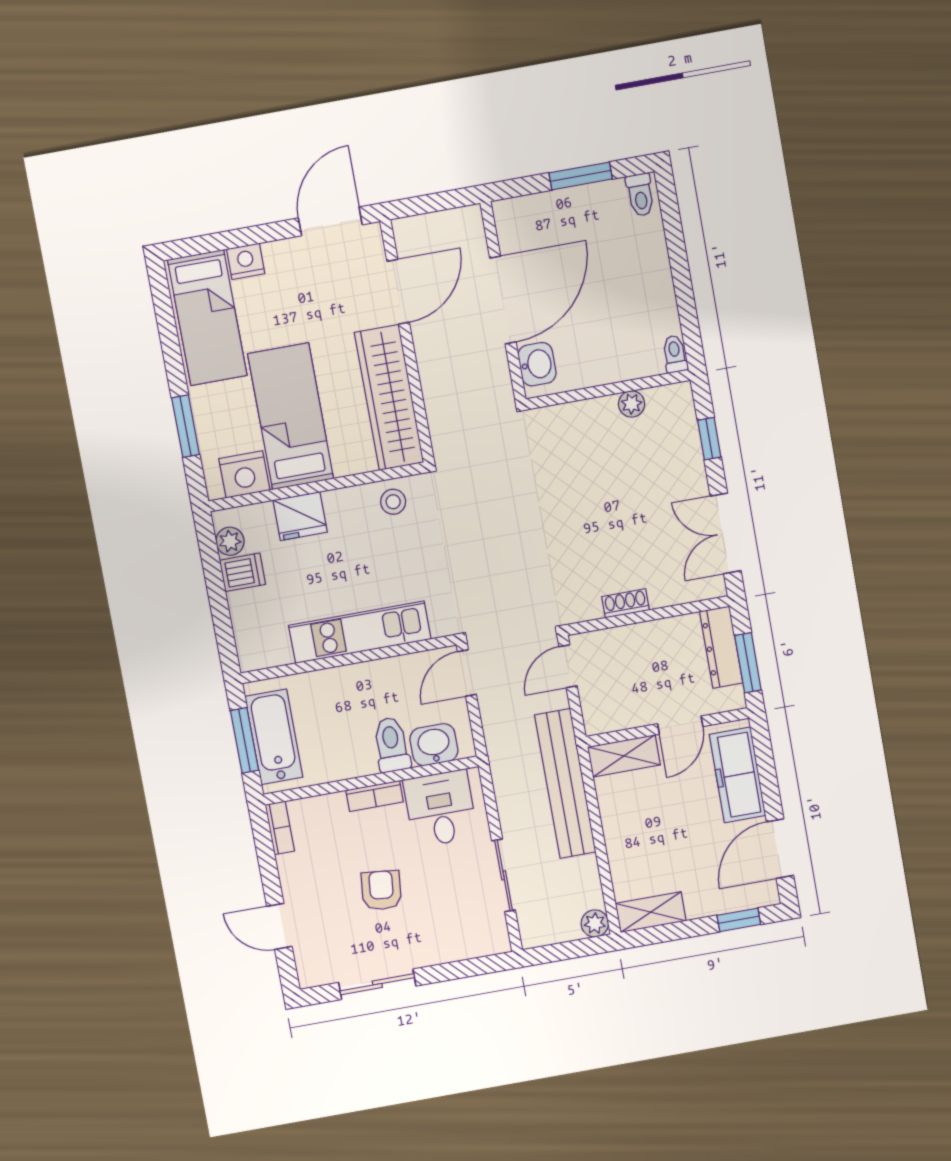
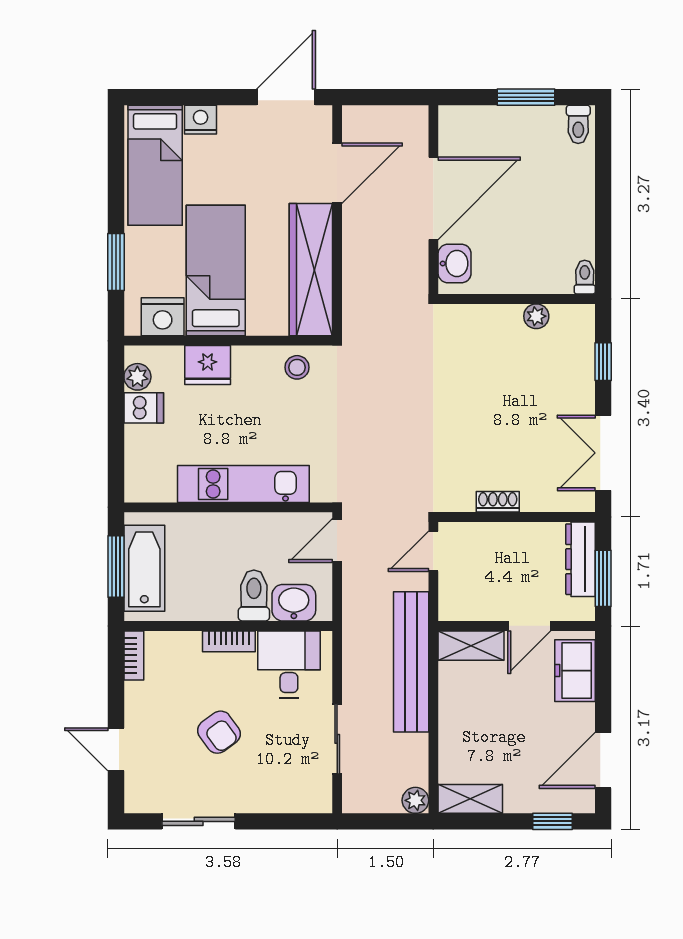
freezer: (737, 775) -> (575, 671), width x0.71
armchair: (381, 890) -> (219, 732), turned 138

